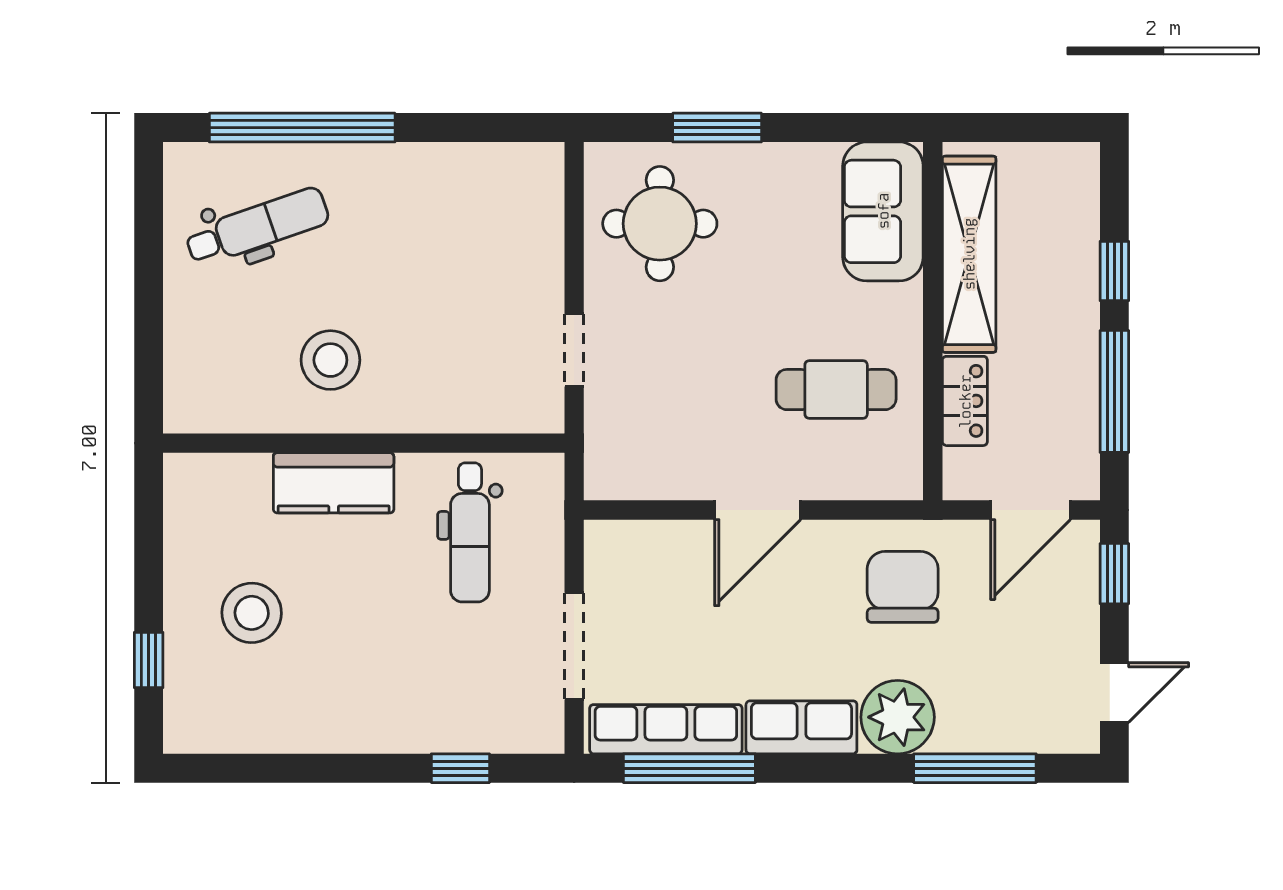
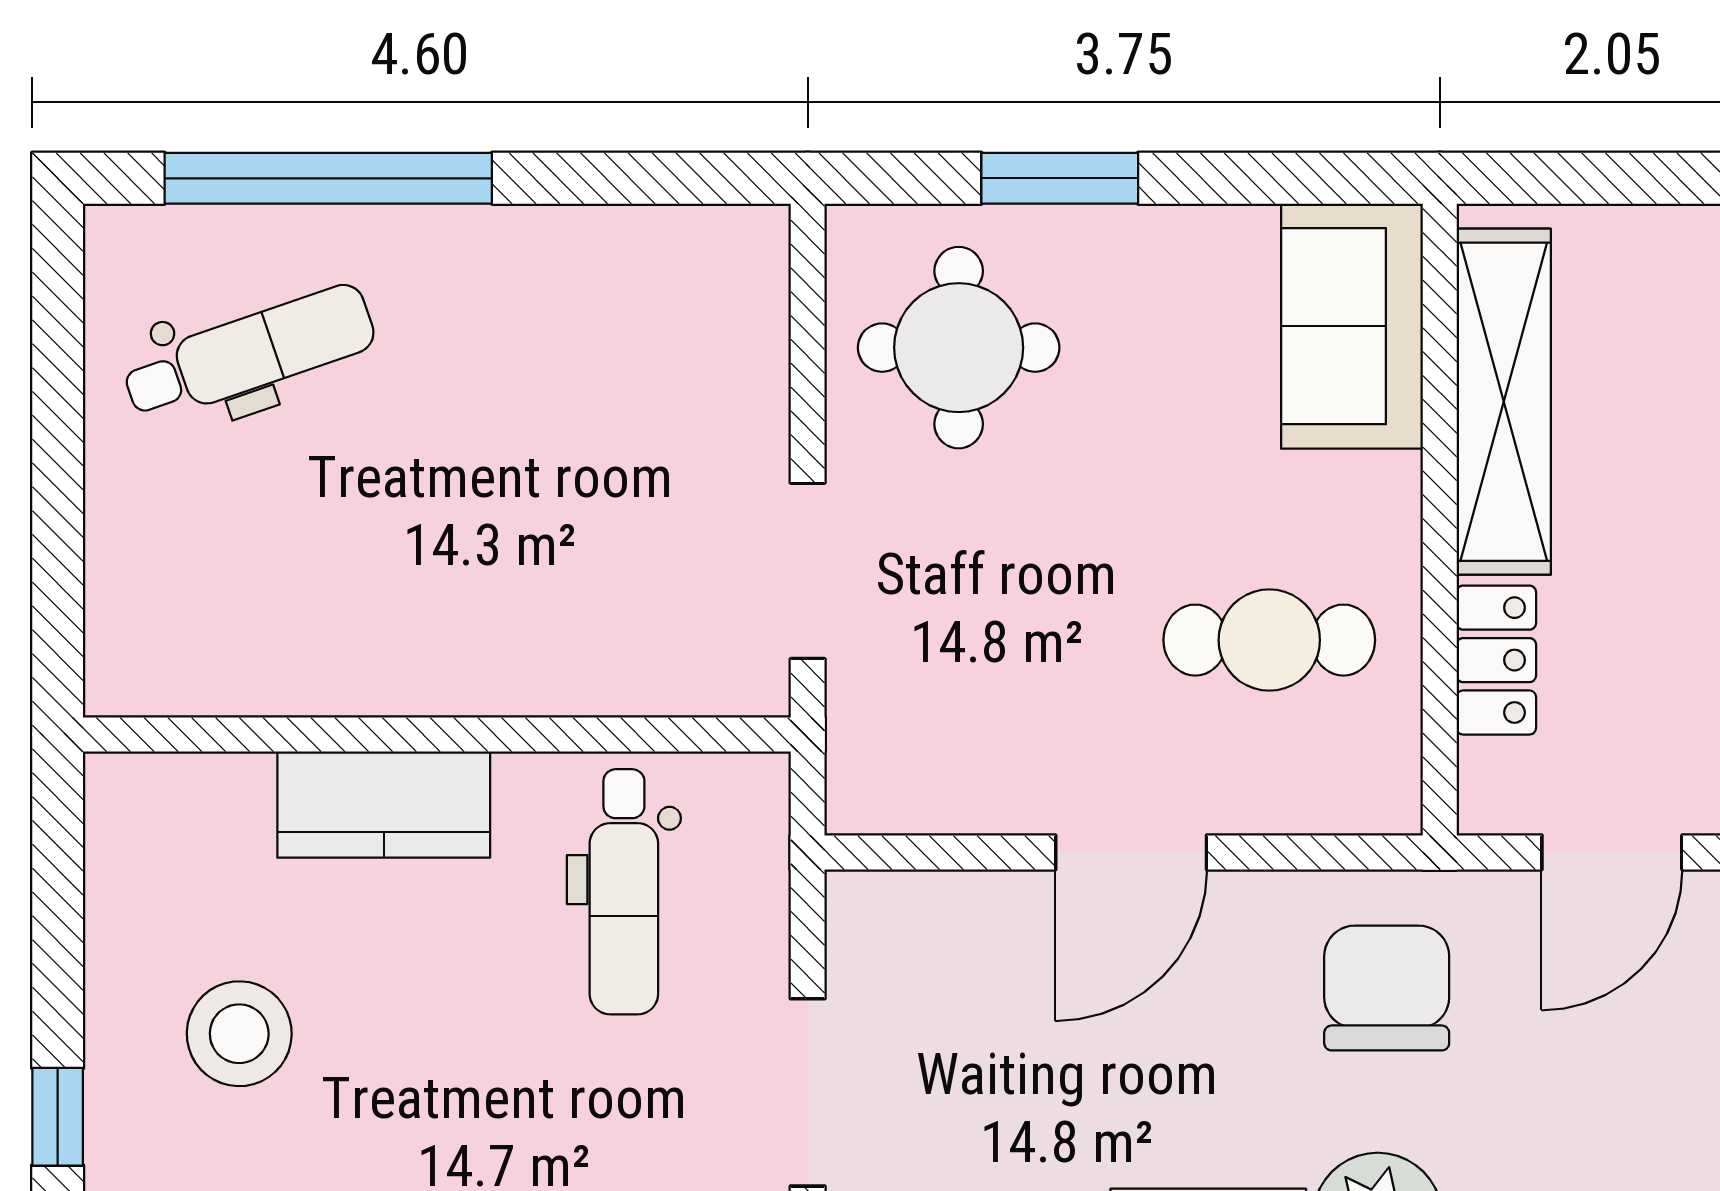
doorway: (574, 350) -> (808, 571), width x1.38
stool: (330, 360) -> (378, 588), removed

